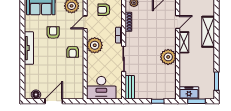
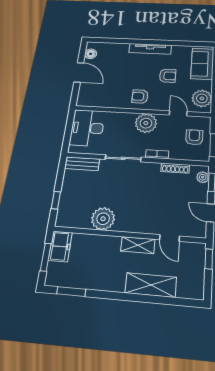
plant: (168, 57) -> (103, 219), moved

